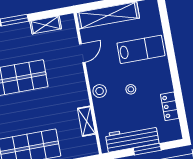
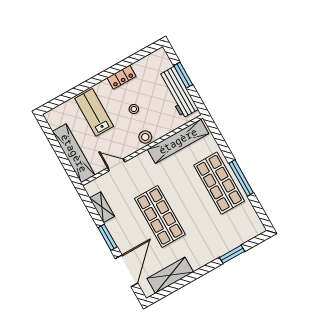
locker: (170, 106) -> (121, 77), moved
shelving: (86, 121) -> (178, 141), width x2.20, depth x1.33

